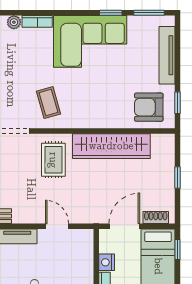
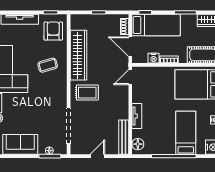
coffee table: (48, 103) -> (48, 65), moved
armchair: (149, 107) -> (53, 31), turned 180
door: (57, 226) -> (130, 77), moved

